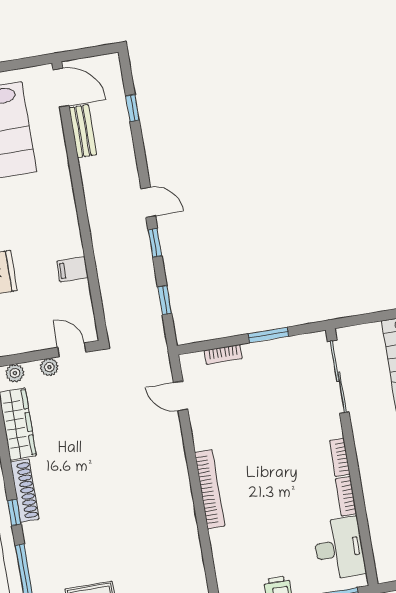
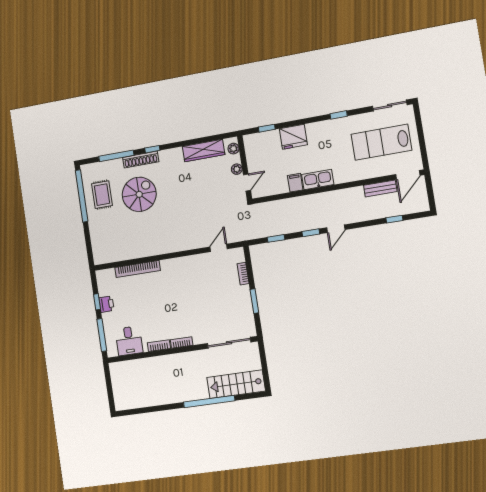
kitchen sink: (67, 232) -> (318, 179), added
bookcase: (210, 489) -> (138, 269), moved
shoe rack: (25, 491) -> (141, 160), moved
spiral stairs: (91, 534) -> (139, 194), added
desk: (339, 548) -> (129, 341), width x0.73

